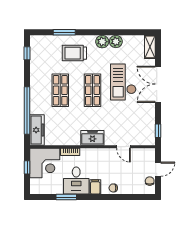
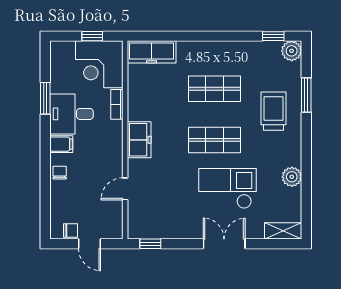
plant: (102, 42) -> (292, 51), moved
double door: (158, 84) -> (224, 244), width x0.73
window: (27, 110) -> (183, 36), removed

